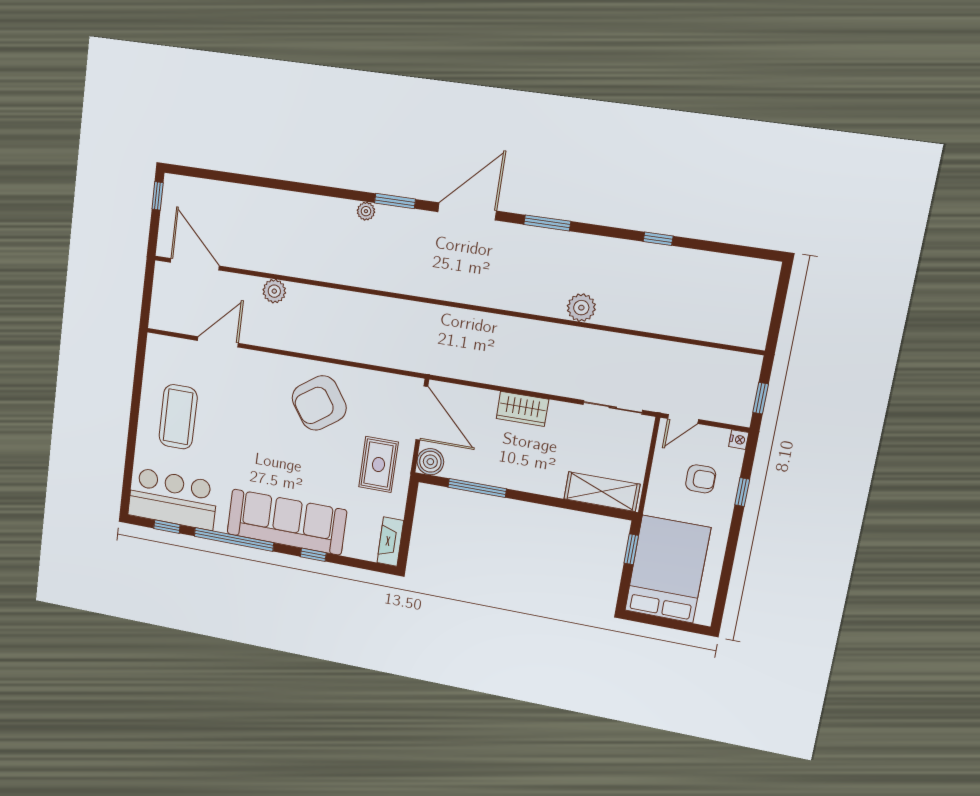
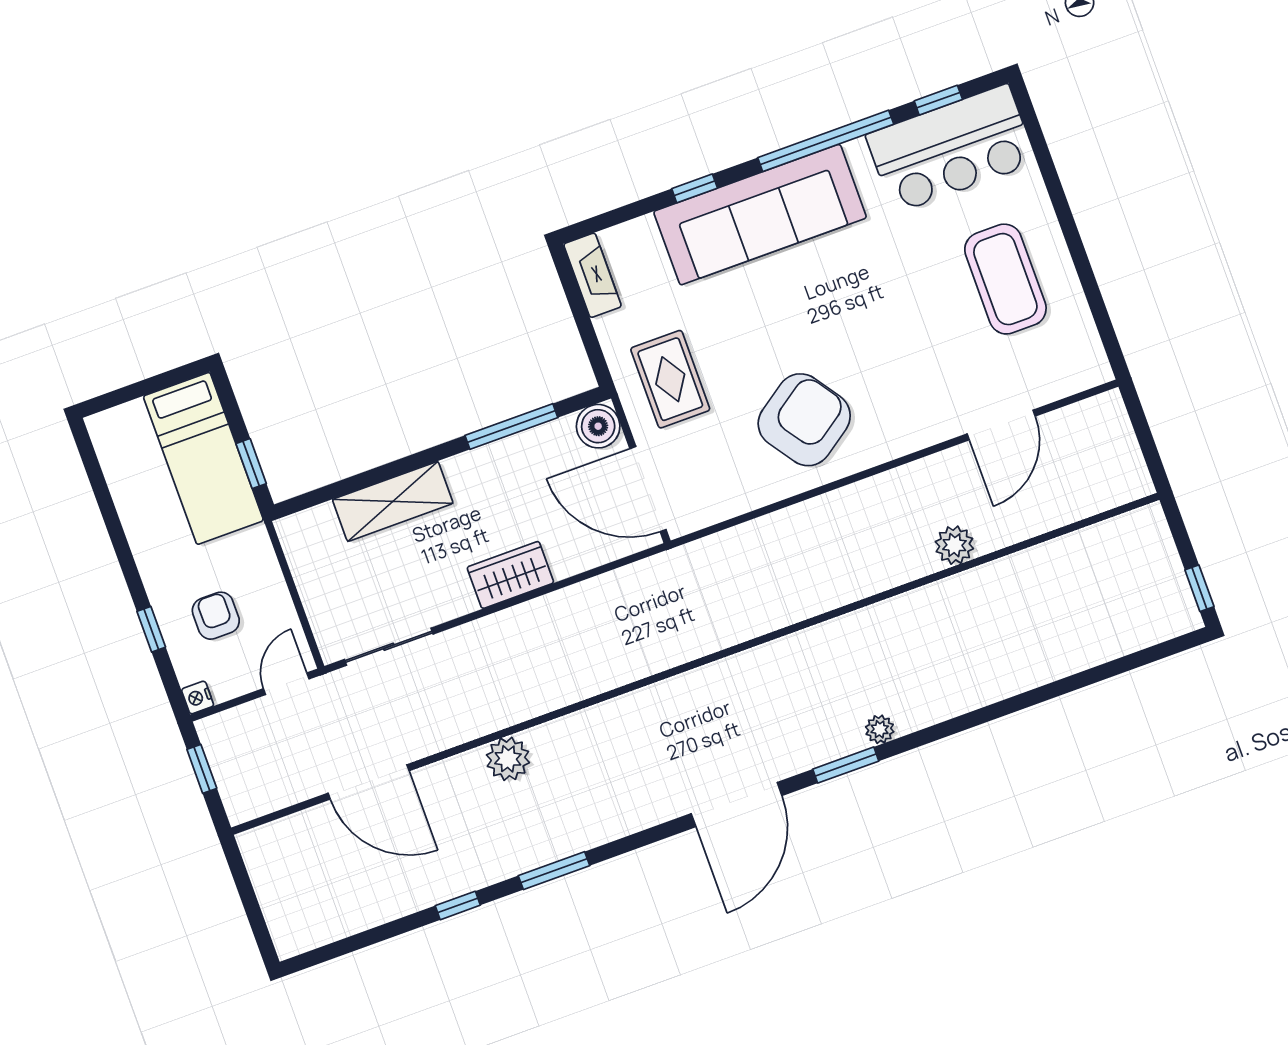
window: (547, 223) -> (554, 871), moved
door: (195, 264) -> (369, 782), moved
armchair: (701, 479) -> (216, 616), turned 90
shelving: (602, 492) -> (393, 501), moved
bed: (668, 569) -> (203, 458), width x0.67

